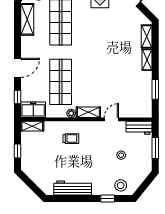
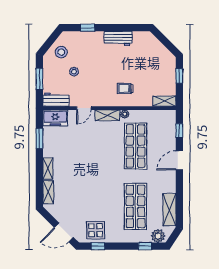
freezer: (33, 110) -> (55, 118), moved
stool: (121, 185) -> (61, 52), moved
workbench: (73, 188) -> (118, 38), width x0.73

